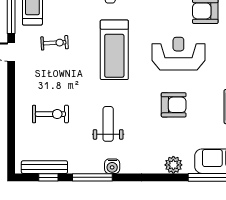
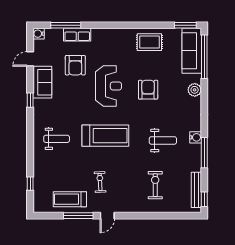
reception desk: (178, 54) -> (108, 86), turned 180
weight bench: (108, 124) -> (163, 140), turned 180
window: (48, 177) -> (204, 199), moved

